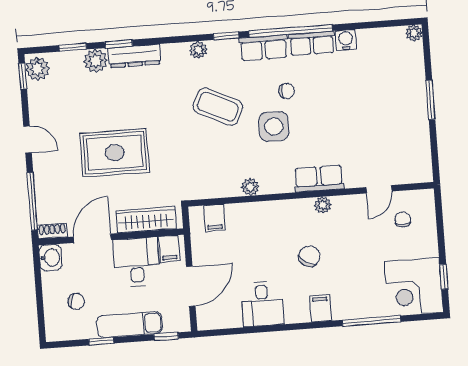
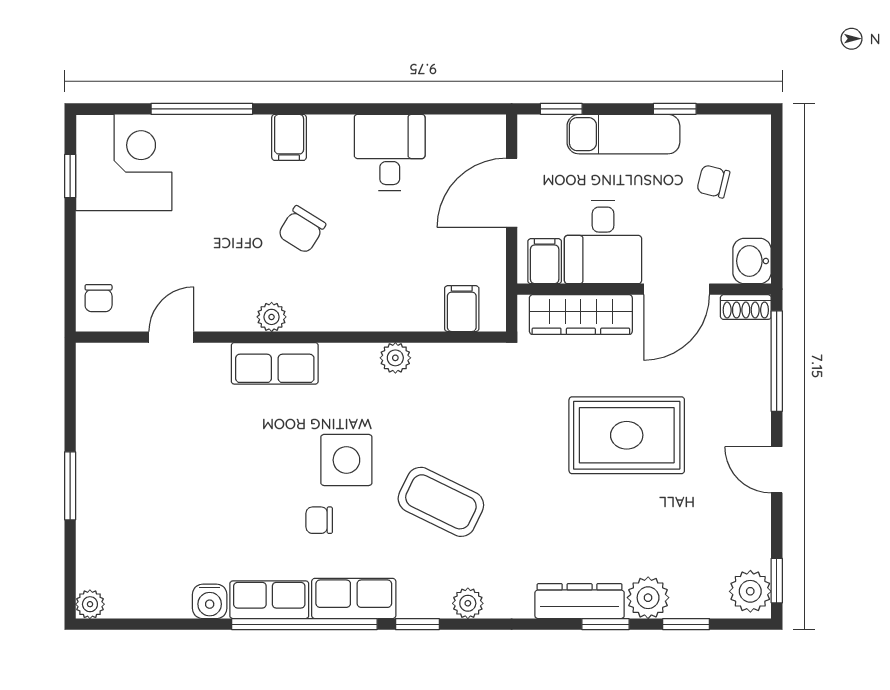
chair: (403, 219) -> (99, 298), moved

